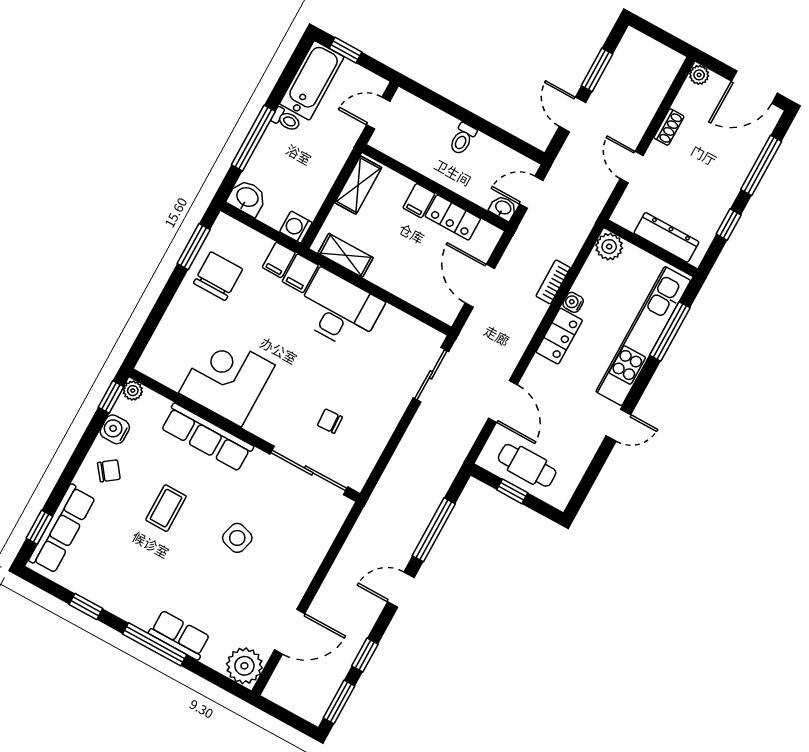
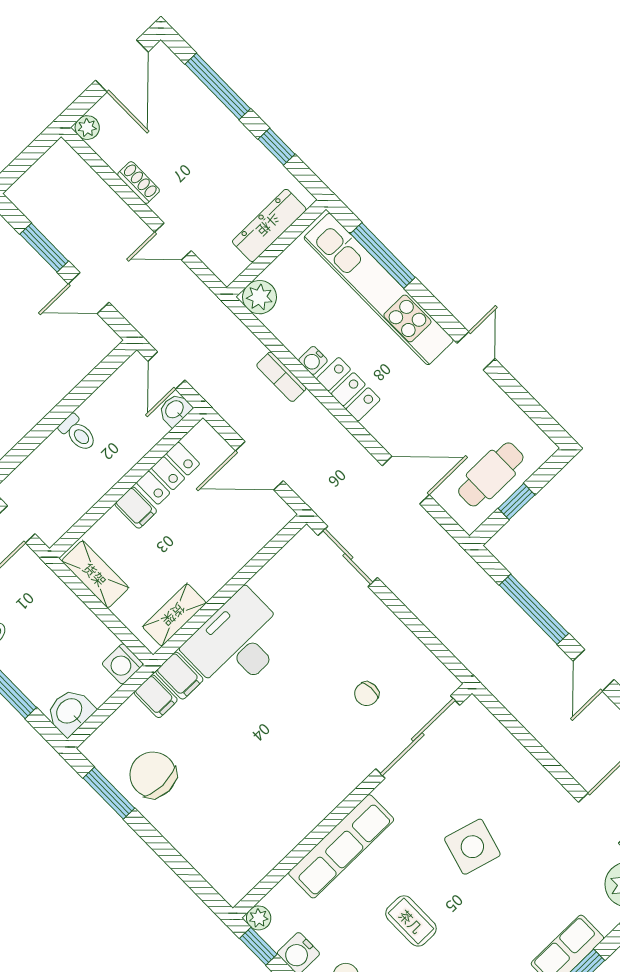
corner desk: (227, 379) -> (279, 801), removed
side table: (237, 538) -> (472, 847), width x1.37, depth x1.37

